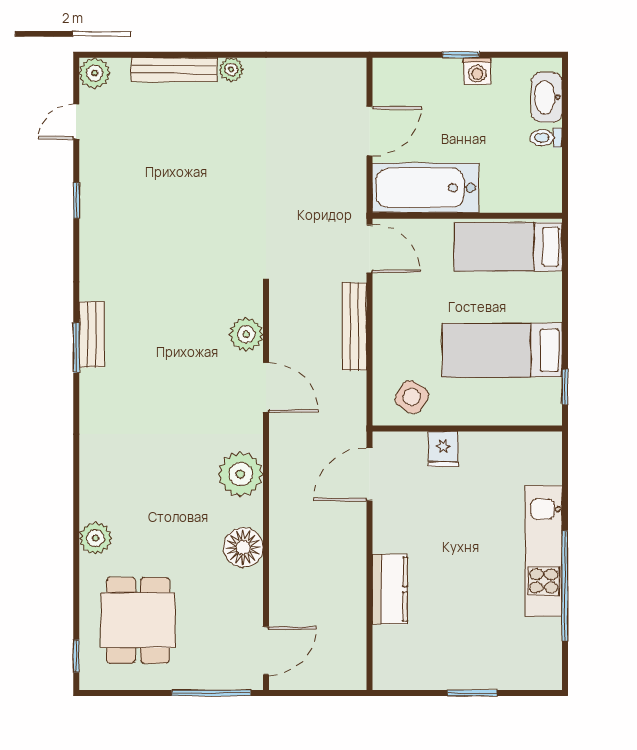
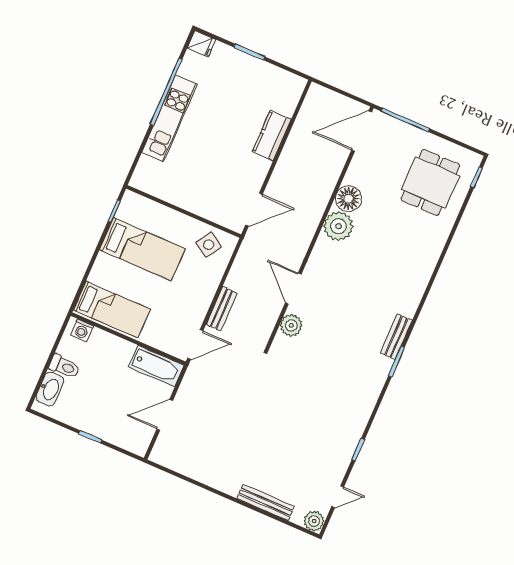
plant: (231, 70) -> (231, 488), removed
washing machine: (477, 71) -> (82, 330), moved, turned 180
toilet: (546, 138) -> (64, 366), width x1.37, depth x1.39
bathtub: (425, 188) -> (156, 366), width x0.73, depth x0.73
door: (369, 249) -> (195, 344), swing flipped
bench: (354, 326) -> (221, 309), width x0.73
bench: (92, 335) -> (396, 337), moved
fridge: (443, 449) -> (202, 44), moved, turned 90
plant: (241, 474) -> (338, 226), moved
plant: (95, 538) -> (434, 243), removed
door: (266, 651) -> (362, 131), width x1.36

